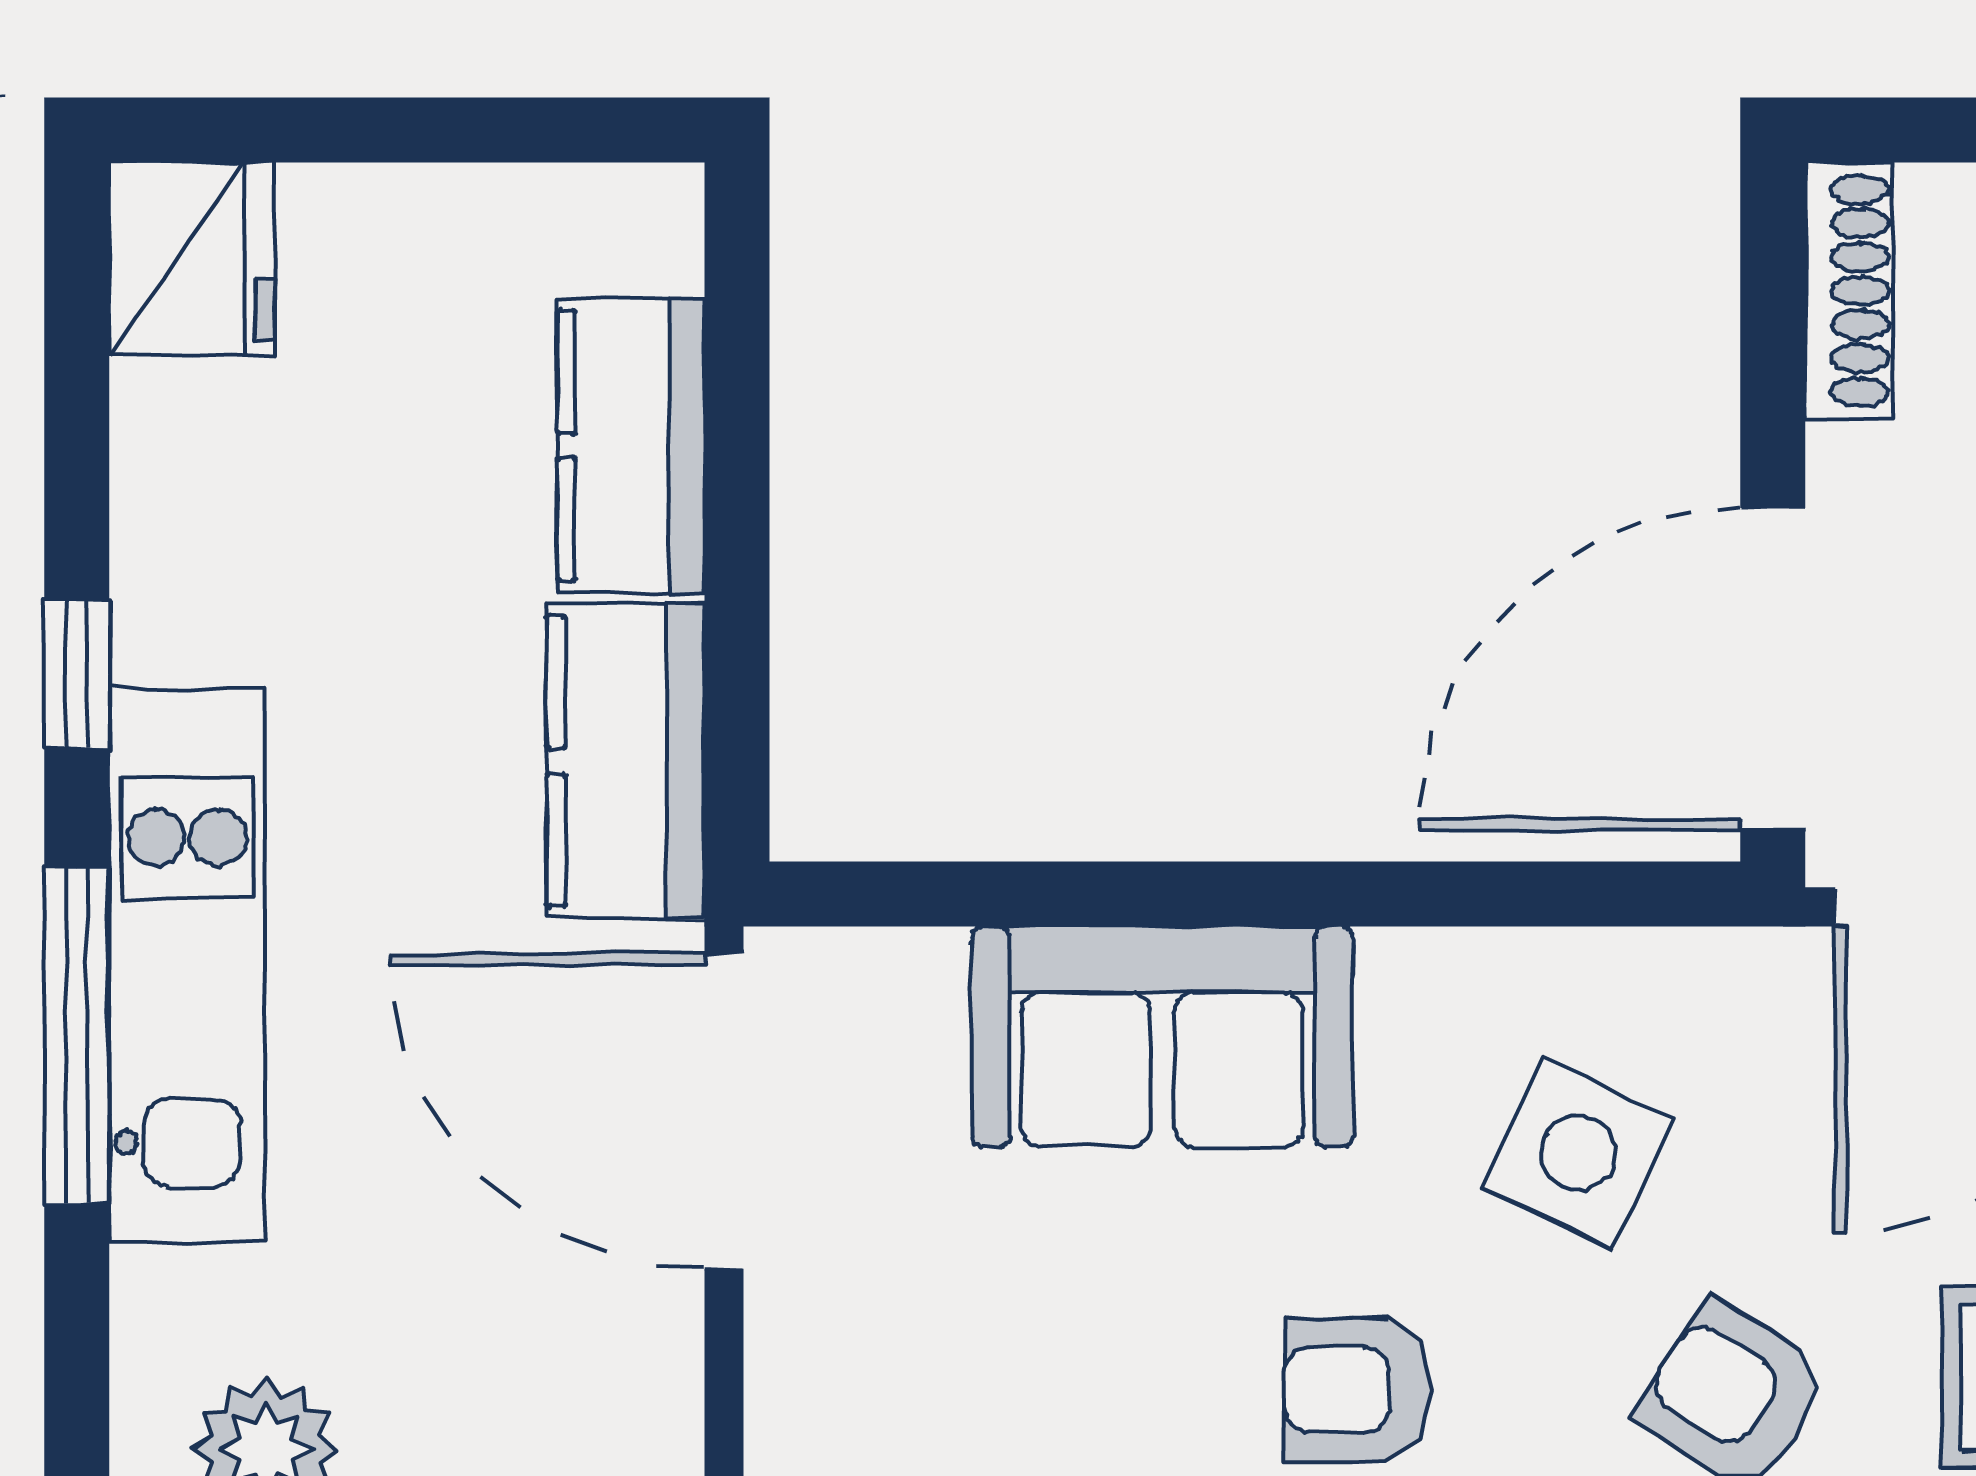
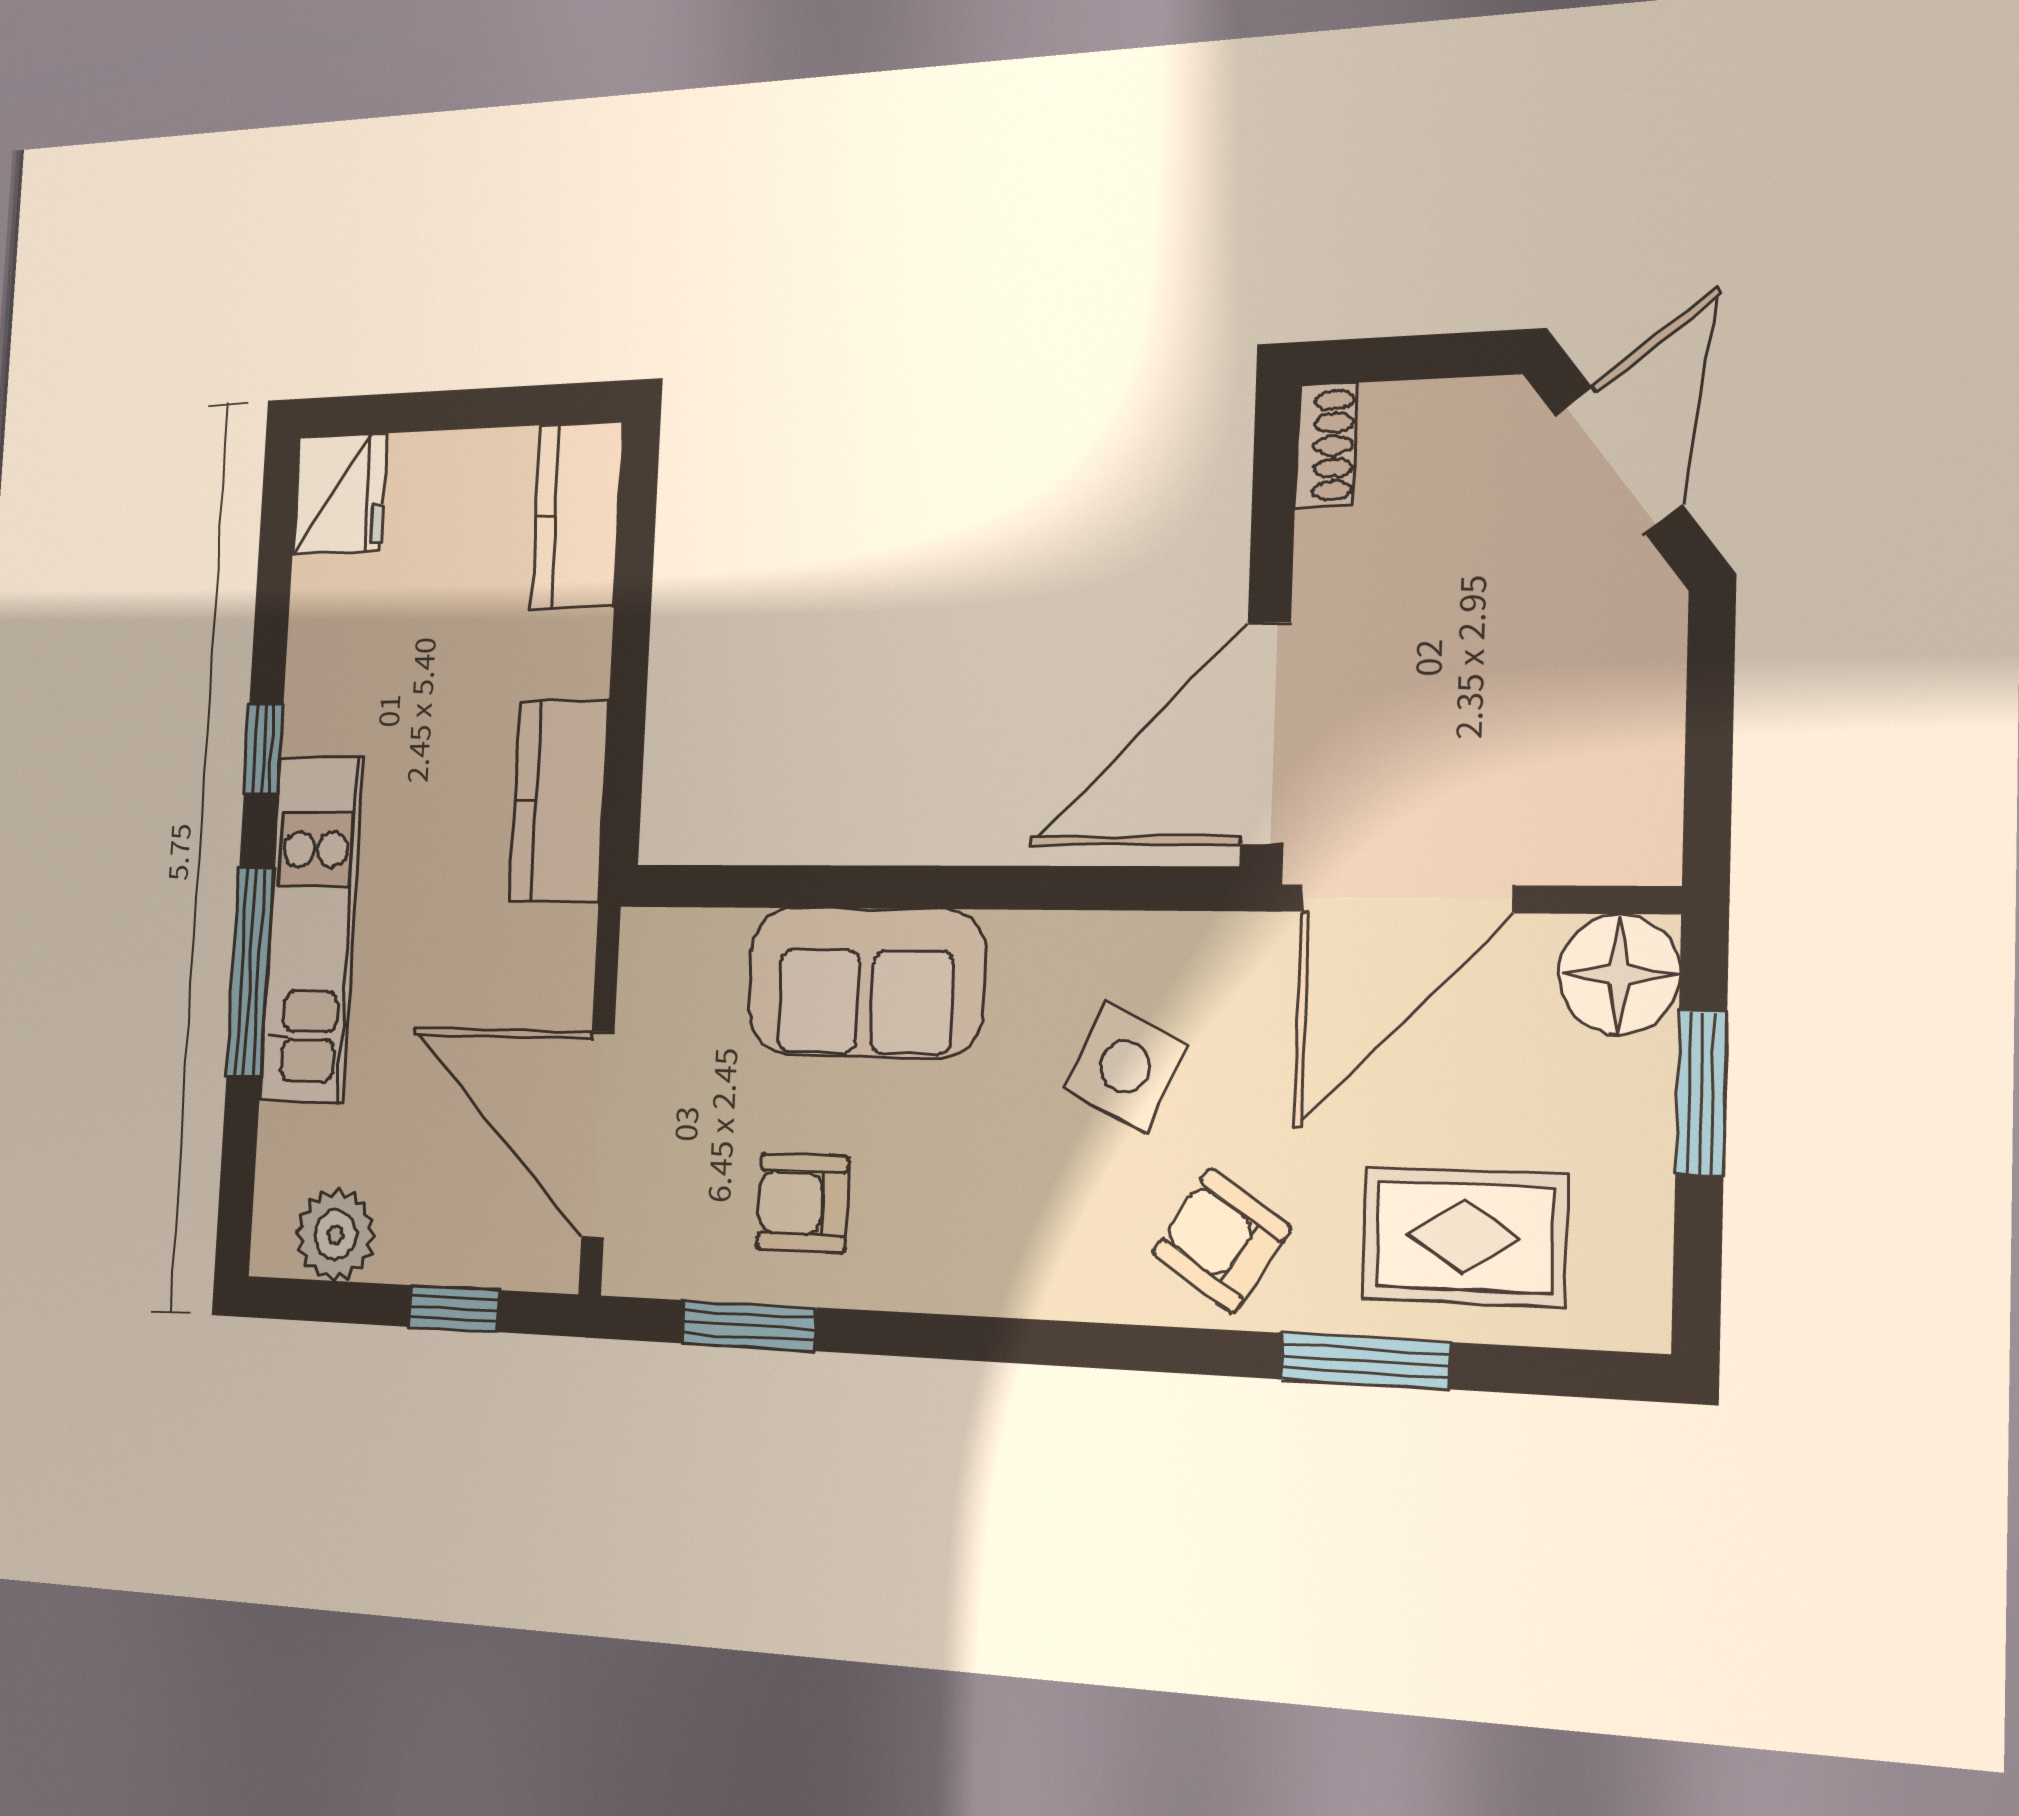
shoe rack: (1849, 291) -> (1326, 446), width x0.70
kitchen counter: (631, 446) -> (577, 515), moved
door: (724, 1111) -> (598, 1134), moved
armchair: (1357, 1390) -> (803, 1203), moved

